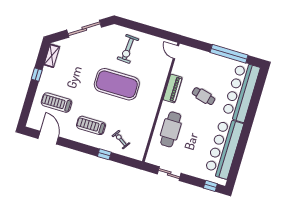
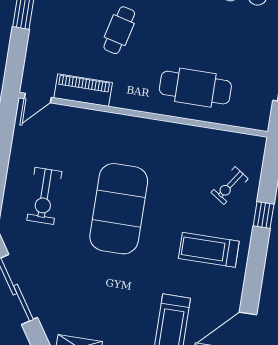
exercise bike: (128, 49) -> (44, 196), turned 86
piano: (173, 89) -> (83, 90), moved
treadmill: (91, 125) -> (209, 250), turned 90

